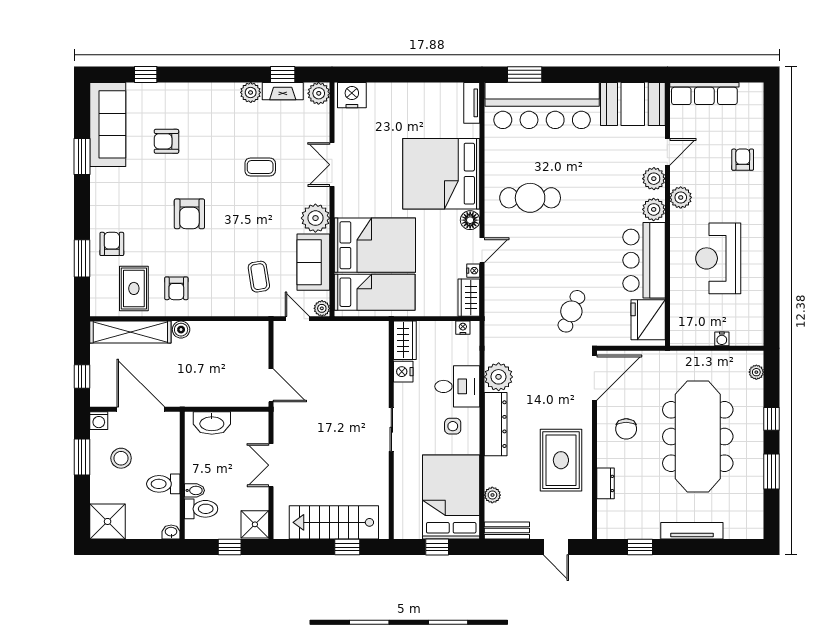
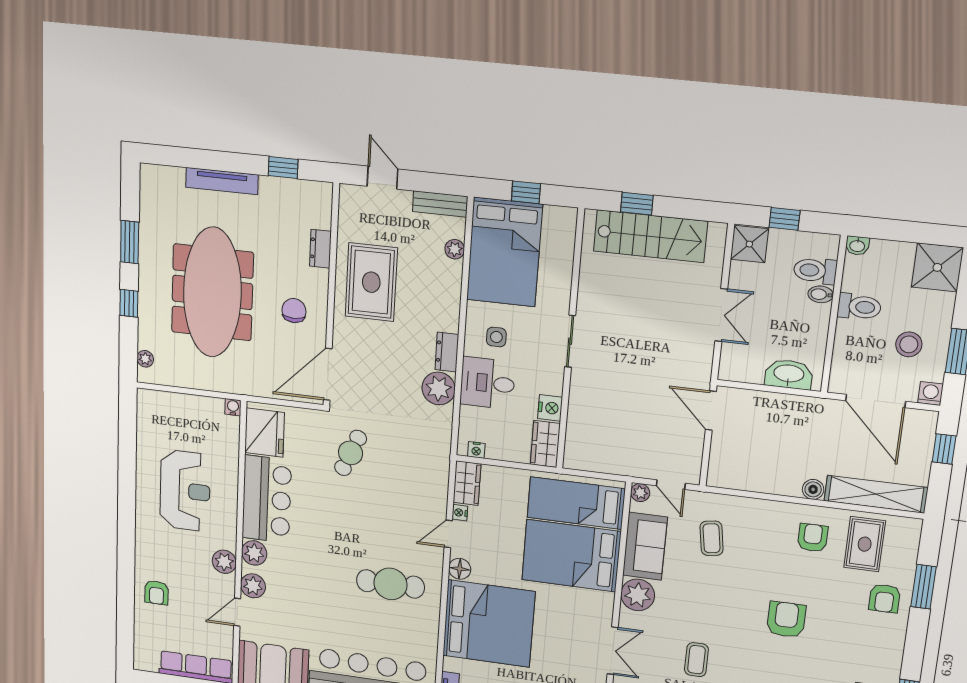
coffee table: (260, 167) -> (696, 660), turned 90
water cooler: (722, 339) -> (233, 407), moved
dresser: (496, 424) -> (447, 352), width x0.51, depth x0.80

